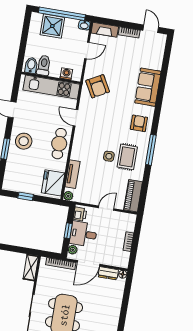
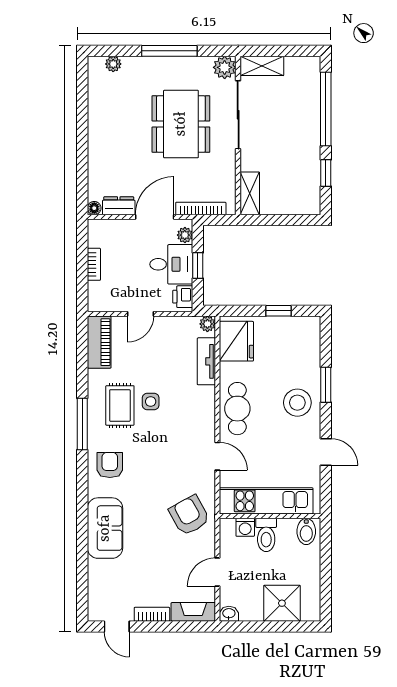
window: (62, 14) -> (269, 626), removed
toilet: (44, 65) -> (266, 535), moved
armchair: (139, 123) -> (110, 465), turned 180

